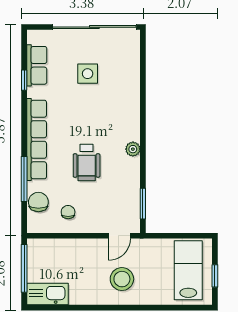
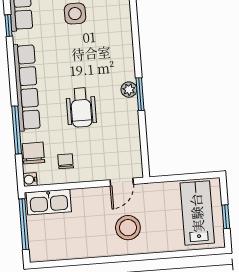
window: (143, 204) -> (140, 94), moved
water cooler: (33, 227) -> (30, 180), added
kitchen sink: (47, 294) -> (49, 202), moved, turned 180

